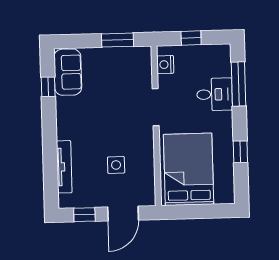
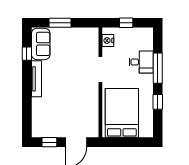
window: (118, 40) -> (60, 23), moved
window: (238, 84) -> (158, 68), moved
side table: (116, 165) -> (72, 109), removed
tv unit: (64, 167) -> (36, 79), moved

